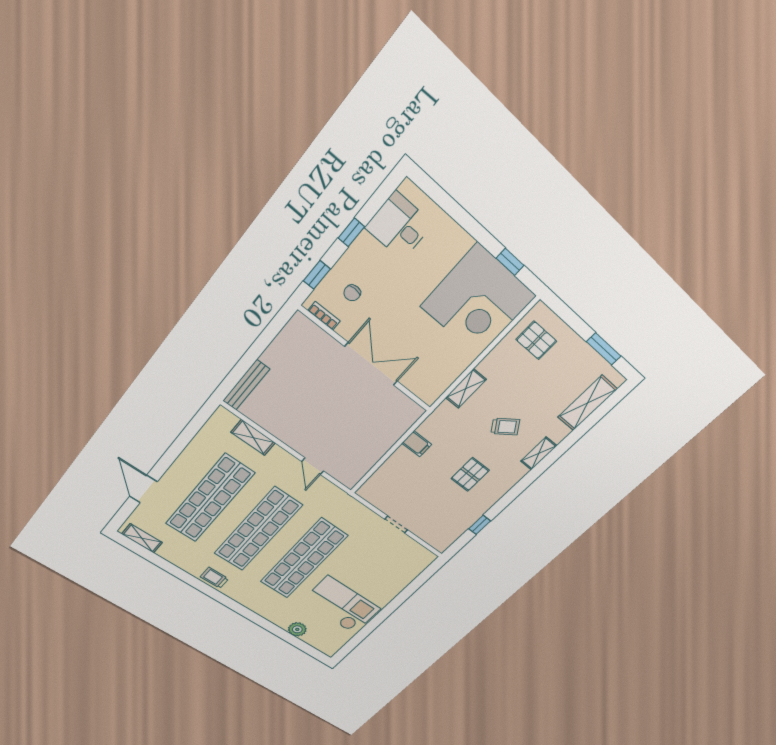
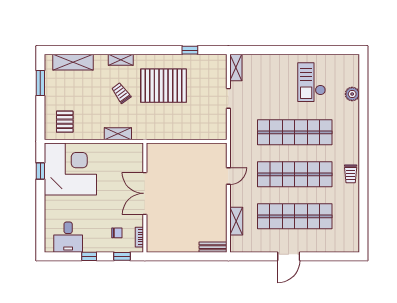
bench: (246, 385) -> (213, 247), width x0.73
filing cabinet: (417, 444) -> (169, 131), removed
pallet: (470, 474) -> (164, 86), width x2.05, depth x2.00
door: (143, 489) -> (289, 256), moved
shelving: (142, 538) -> (236, 67), moved
checkout: (341, 605) -> (312, 82), width x0.73, depth x0.83

